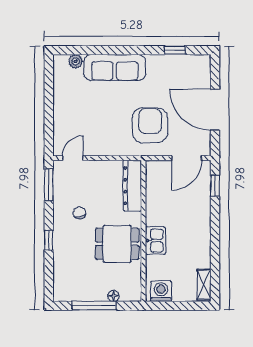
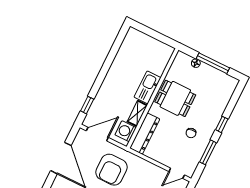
window: (49, 185) -> (208, 152), moved
kitchen sink: (155, 241) -> (148, 87), width x1.38
shelving: (204, 285) -> (137, 113), moved
washing machine: (161, 291) -> (126, 131), moved, turned 90

